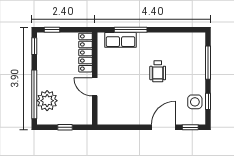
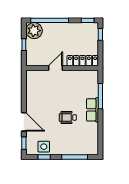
row of seats: (121, 40) -> (92, 110), moved
plant: (47, 101) -> (34, 31), moved

